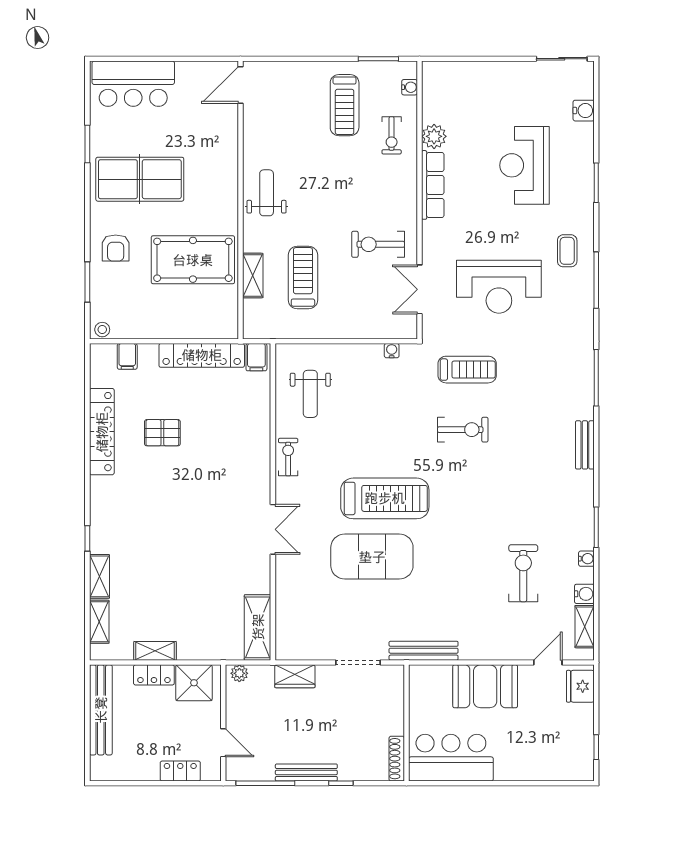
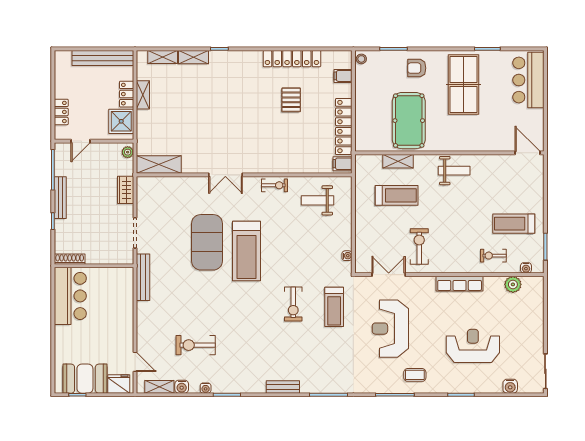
plant: (434, 136) -> (513, 284), moved
exercise bike: (523, 573) -> (196, 345), turned 180
booth: (485, 686) -> (85, 379), moved, turned 90

